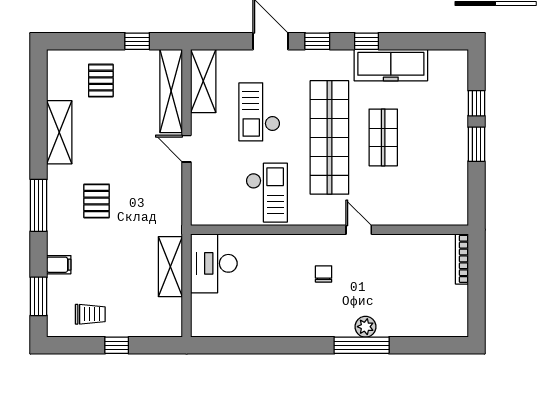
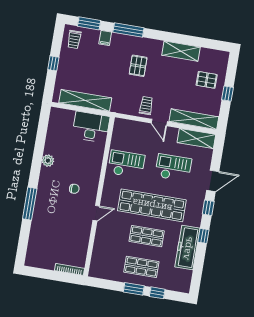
window: (137, 41) -> (227, 94), moved
shop shelf: (437, 137) -> (141, 267), added
door: (187, 149) -> (159, 122), swing flipped
trolley: (162, 176) -> (146, 106), added
checkout: (267, 193) -> (126, 164), turned 180
pallet: (97, 201) -> (138, 66), turned 90
window: (39, 205) -> (128, 30), moved
shelving: (170, 267) -> (85, 100), width x1.47
trolley: (90, 314) -> (74, 39), moved
plant: (365, 327) -> (48, 161), moved

